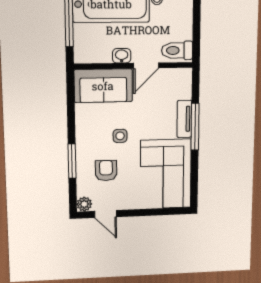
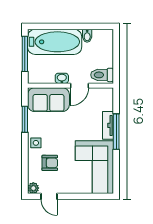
side table: (120, 136) -> (36, 143), moved
window: (72, 161) -> (25, 119), moved
armchair: (106, 171) -> (50, 163), turned 90

